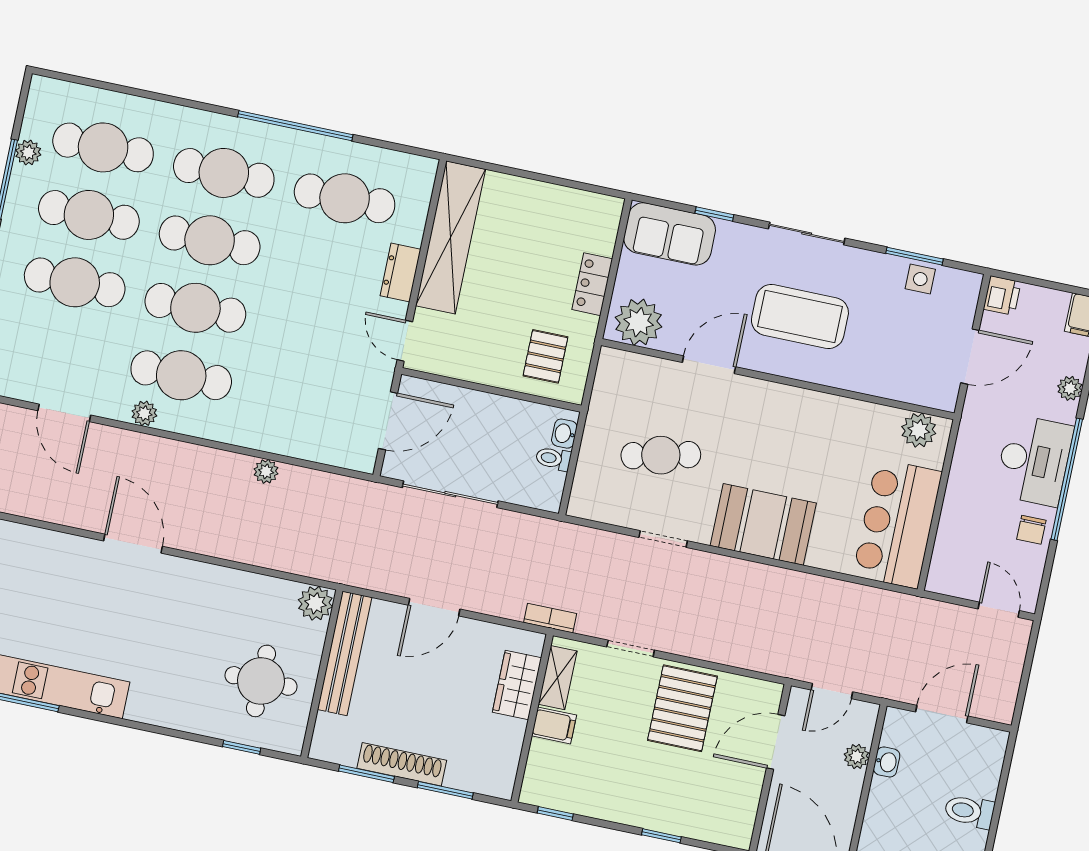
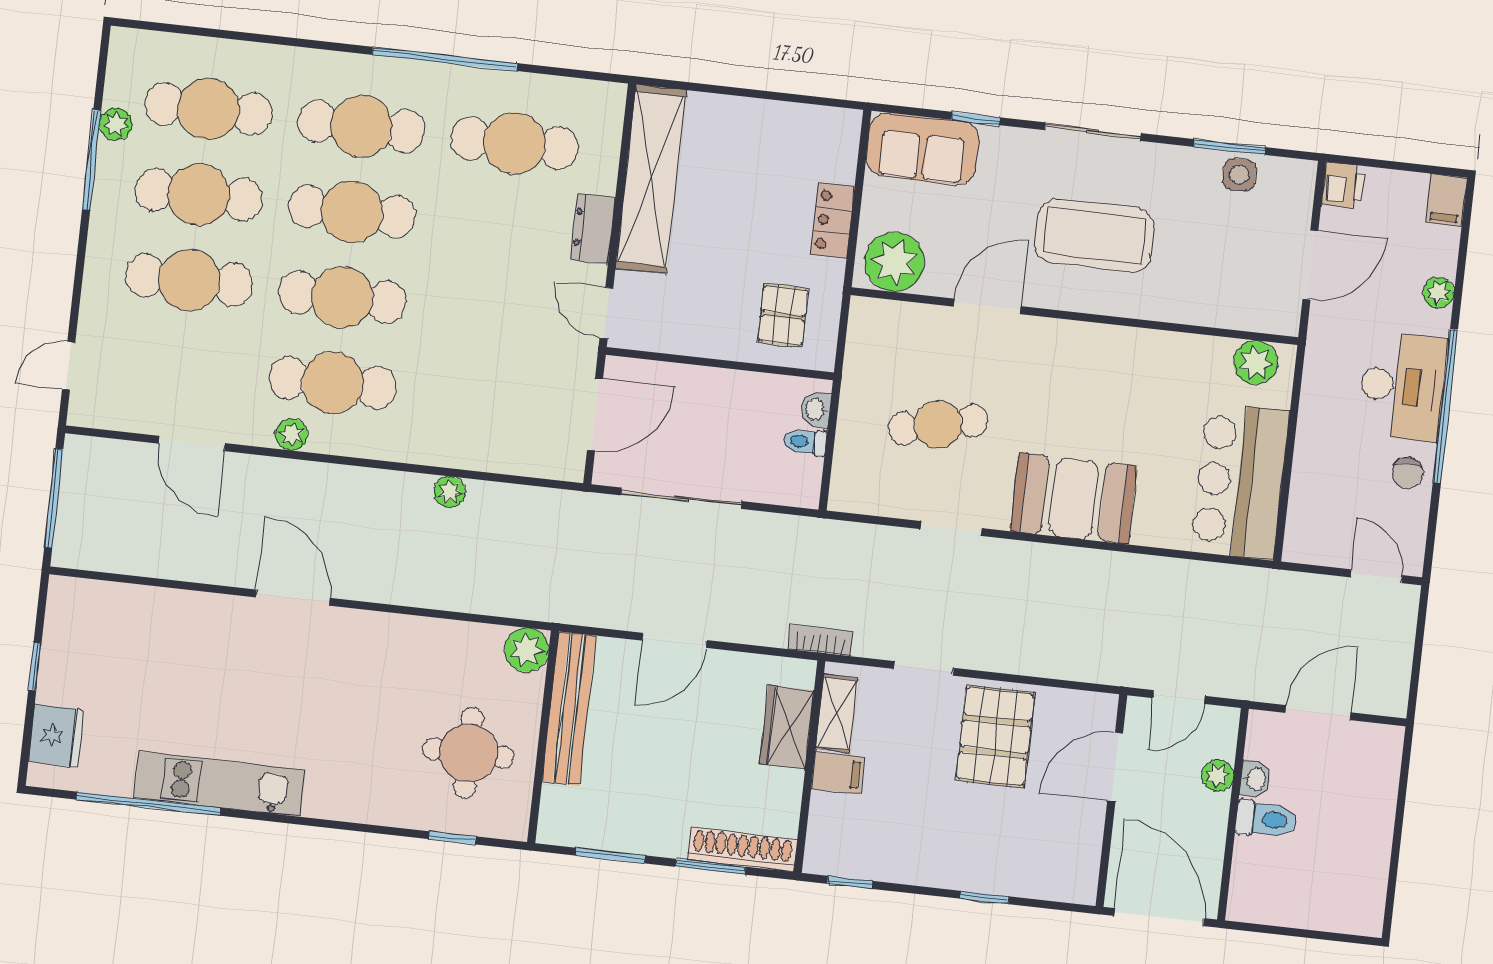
shoe rack: (402, 764) -> (742, 850), moved
toilet: (969, 811) -> (1266, 819), moved, turned 180

